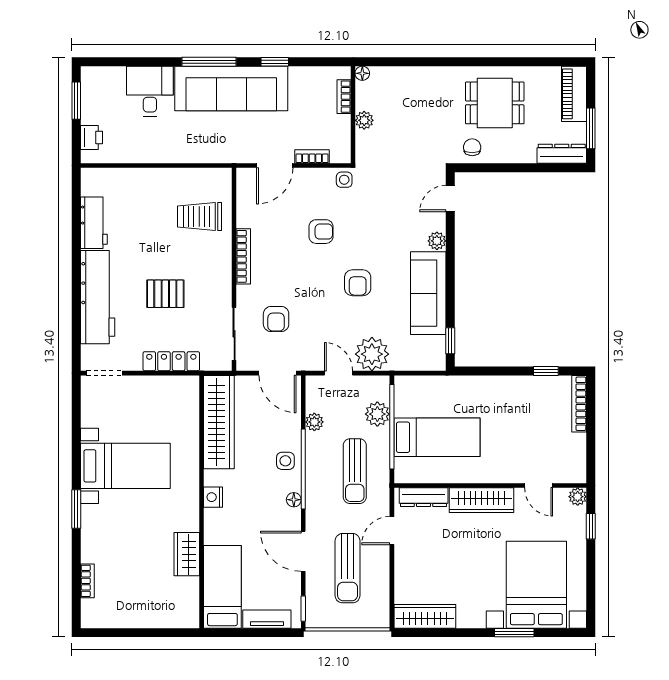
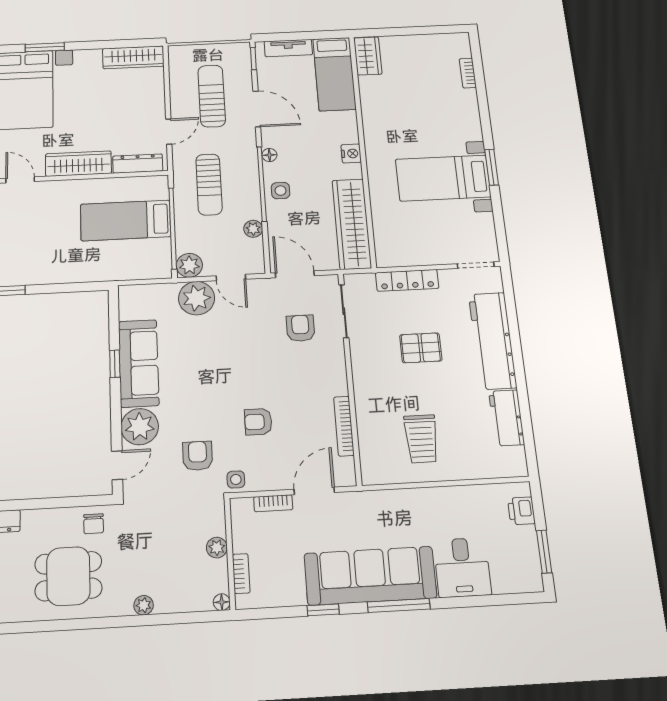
plant: (430, 74) -> (144, 605), added
trolley: (199, 217) -> (421, 439), moved, turned 90
plant: (437, 241) -> (140, 427), width x1.87, depth x1.87
bookcase: (243, 256) -> (344, 426), moved
armchair: (358, 283) -> (198, 456), moved
window: (450, 341) -> (115, 364), moved
plant: (377, 414) -> (189, 265), moved
sun lounger: (355, 471) -> (209, 184), turned 180
window: (76, 509) -> (492, 167), moved
wardrobe: (187, 554) -> (368, 56), moved

